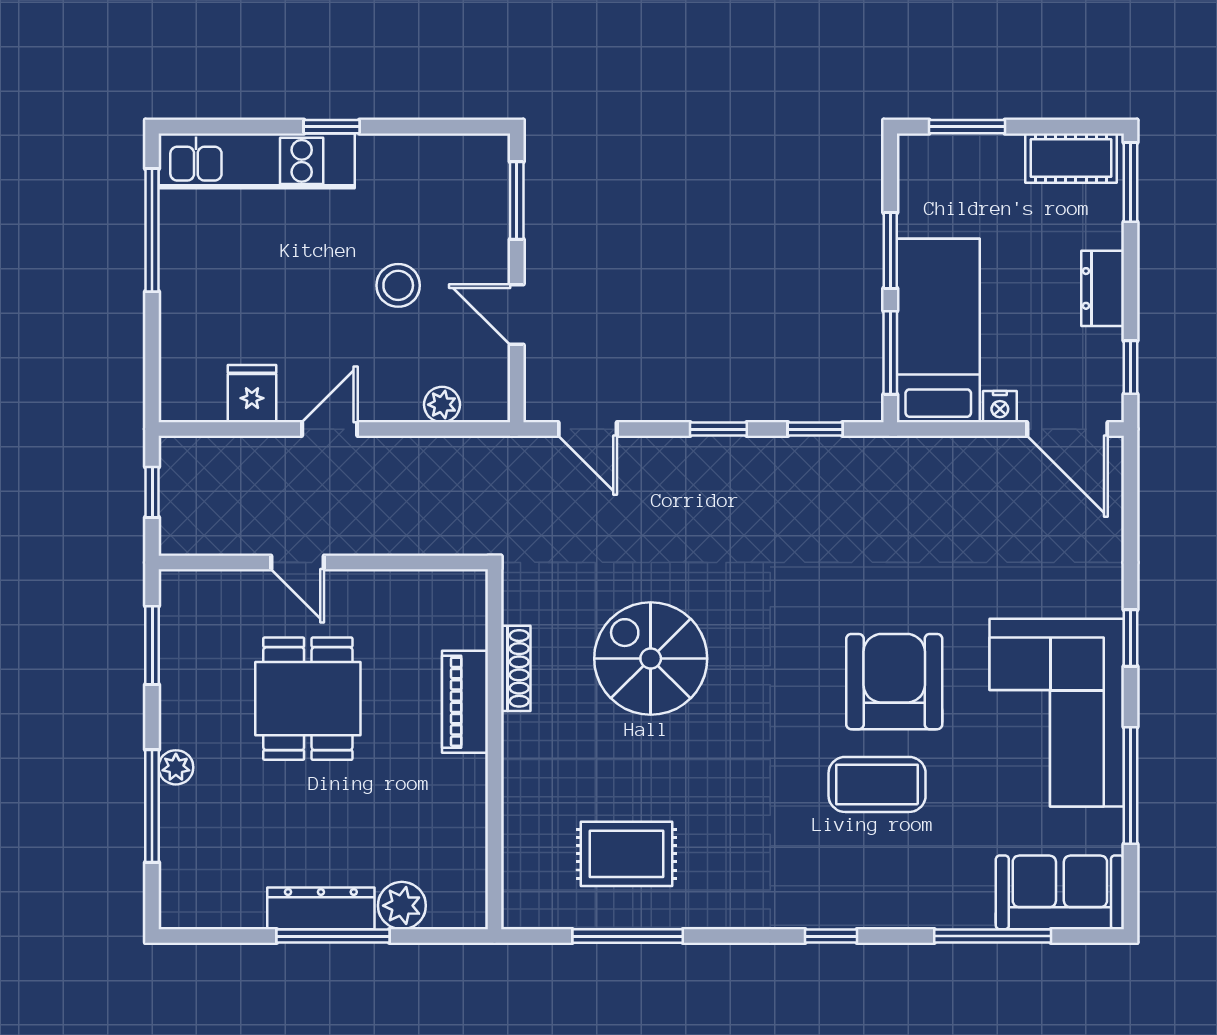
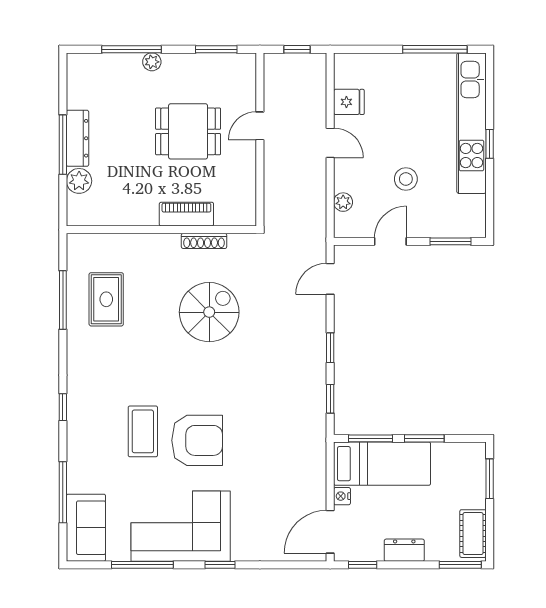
kitchen unit: (257, 161) -> (471, 123), width x1.36

